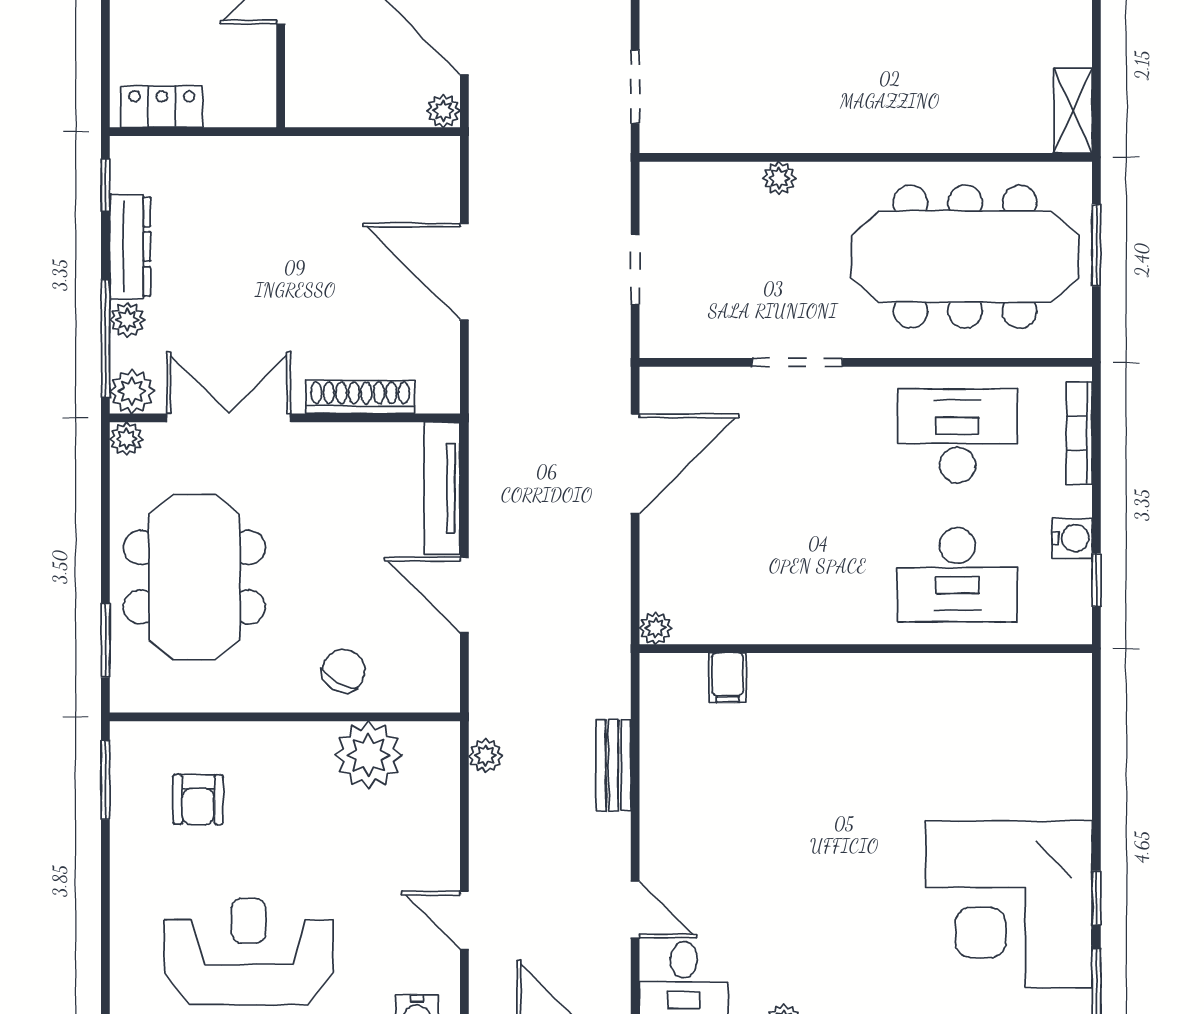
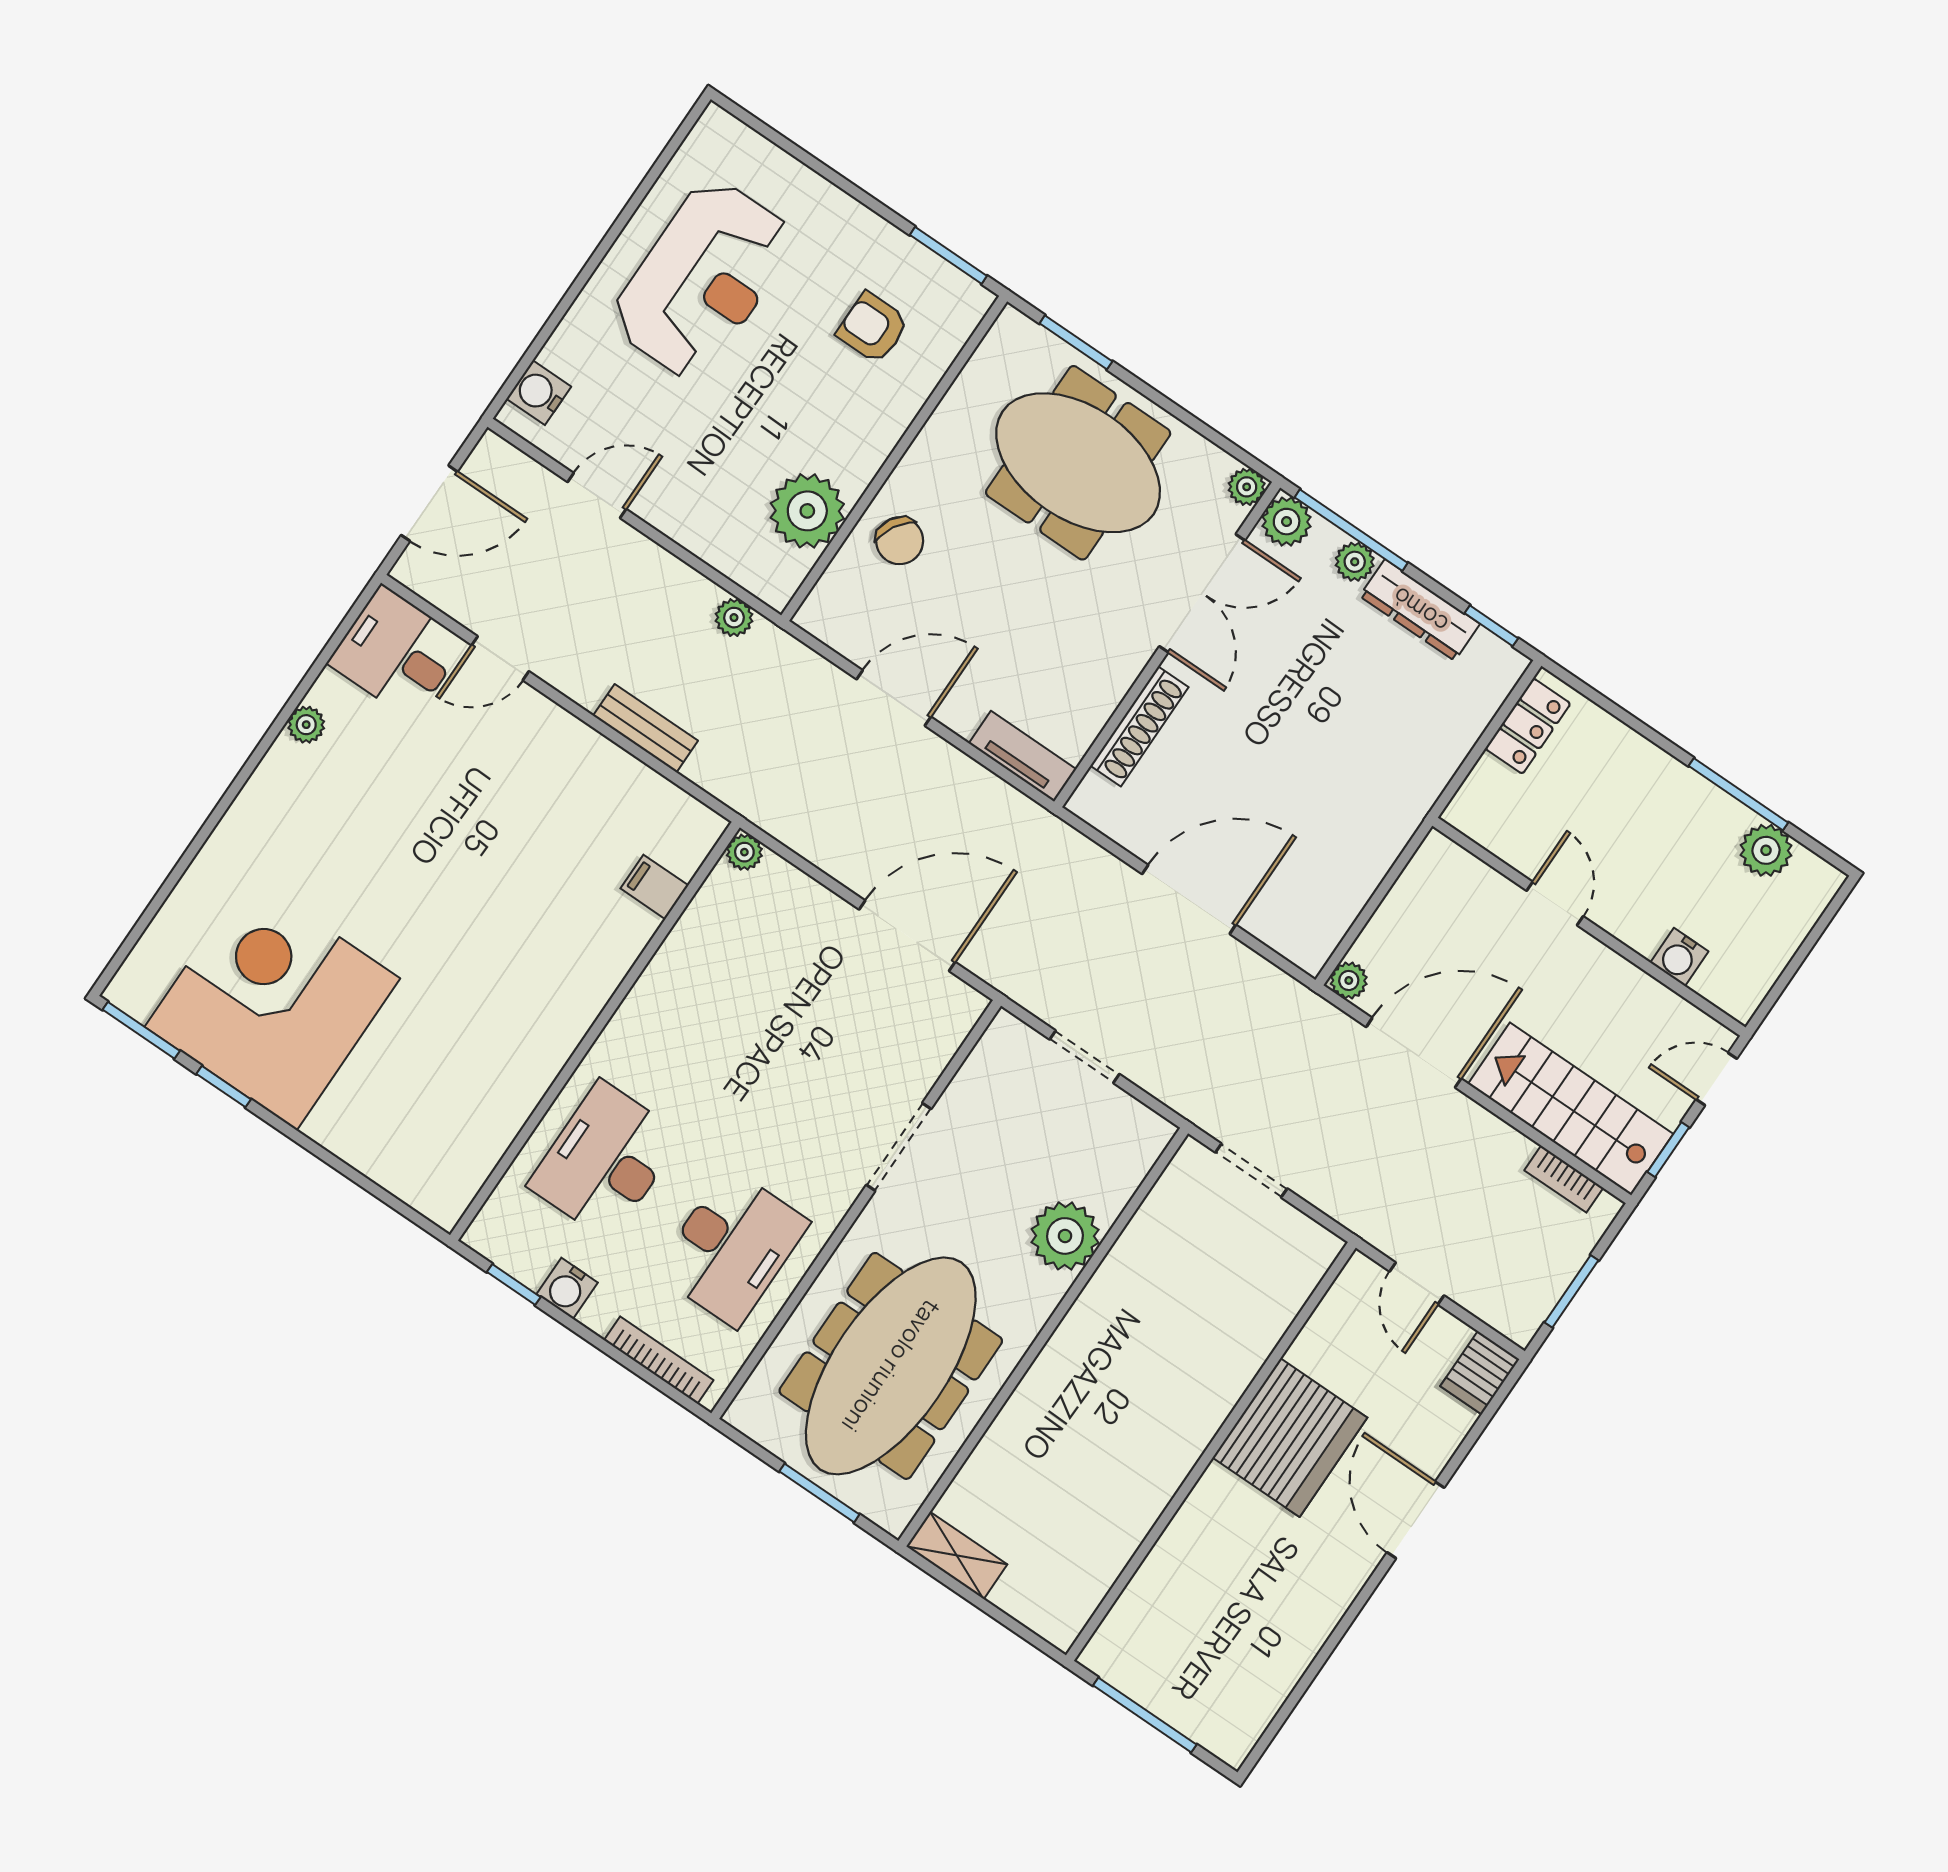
plant: (779, 178) -> (1065, 1236), width x1.88, depth x1.88
door: (635, 464) -> (907, 936), swing flipped
tv unit: (442, 488) -> (1023, 756), width x0.71

